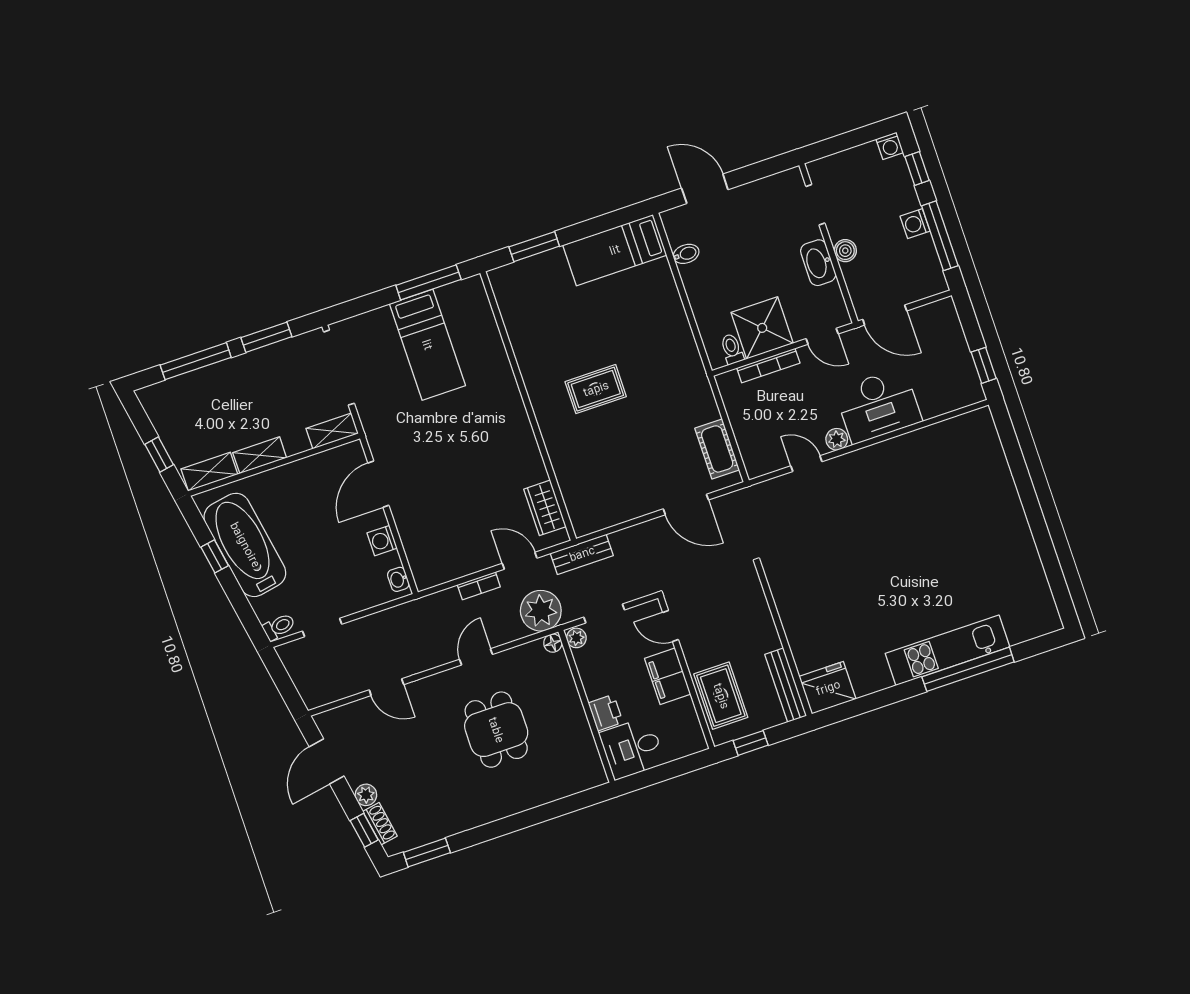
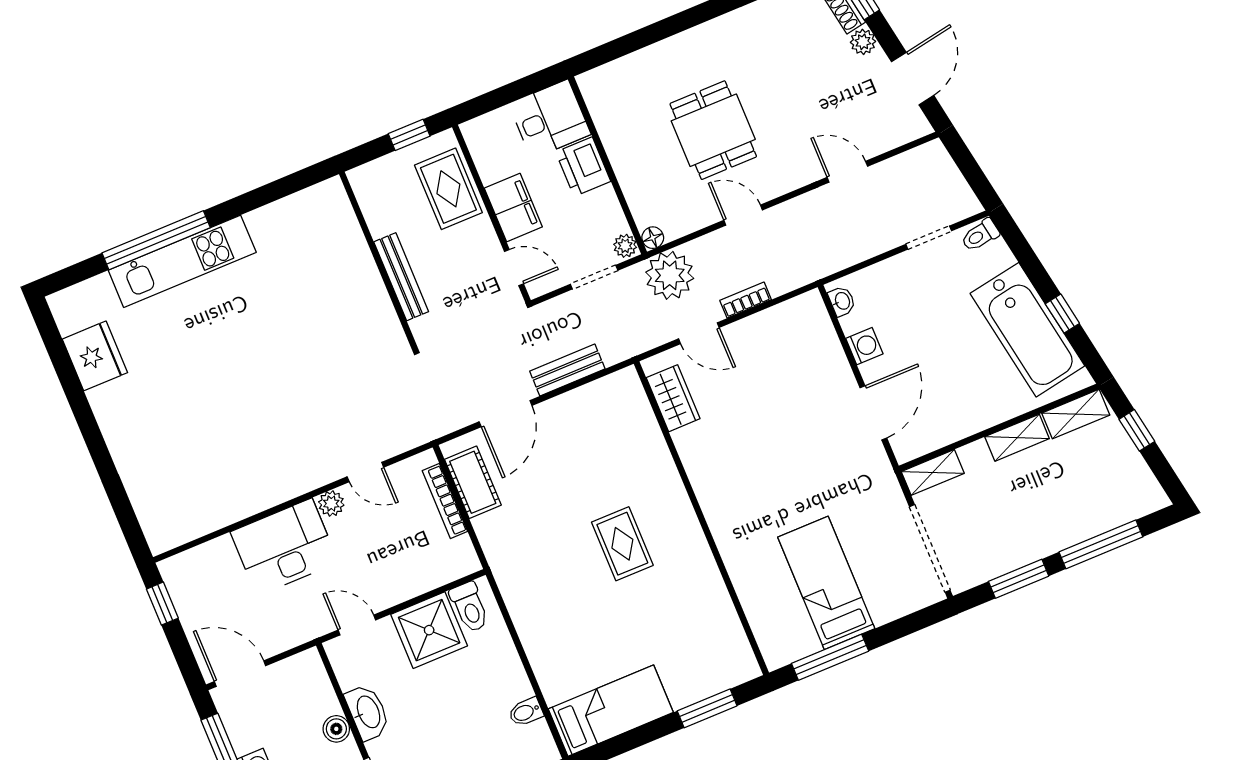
door: (885, 315) -> (240, 674), moved
toilet: (732, 349) -> (470, 607), width x1.37, depth x1.39
bookcase: (768, 366) -> (445, 501), moved, turned -90
rug: (596, 389) -> (622, 544), turned 90
door: (686, 504) -> (506, 414), swing flipped
bench: (582, 554) -> (567, 370), moved
door: (476, 657) -> (743, 215), swing flipped
bench: (786, 685) -> (401, 277), moved
fridge: (828, 688) -> (95, 356), moved, turned -90
printer: (606, 713) -> (583, 167), width x1.36, depth x1.24

